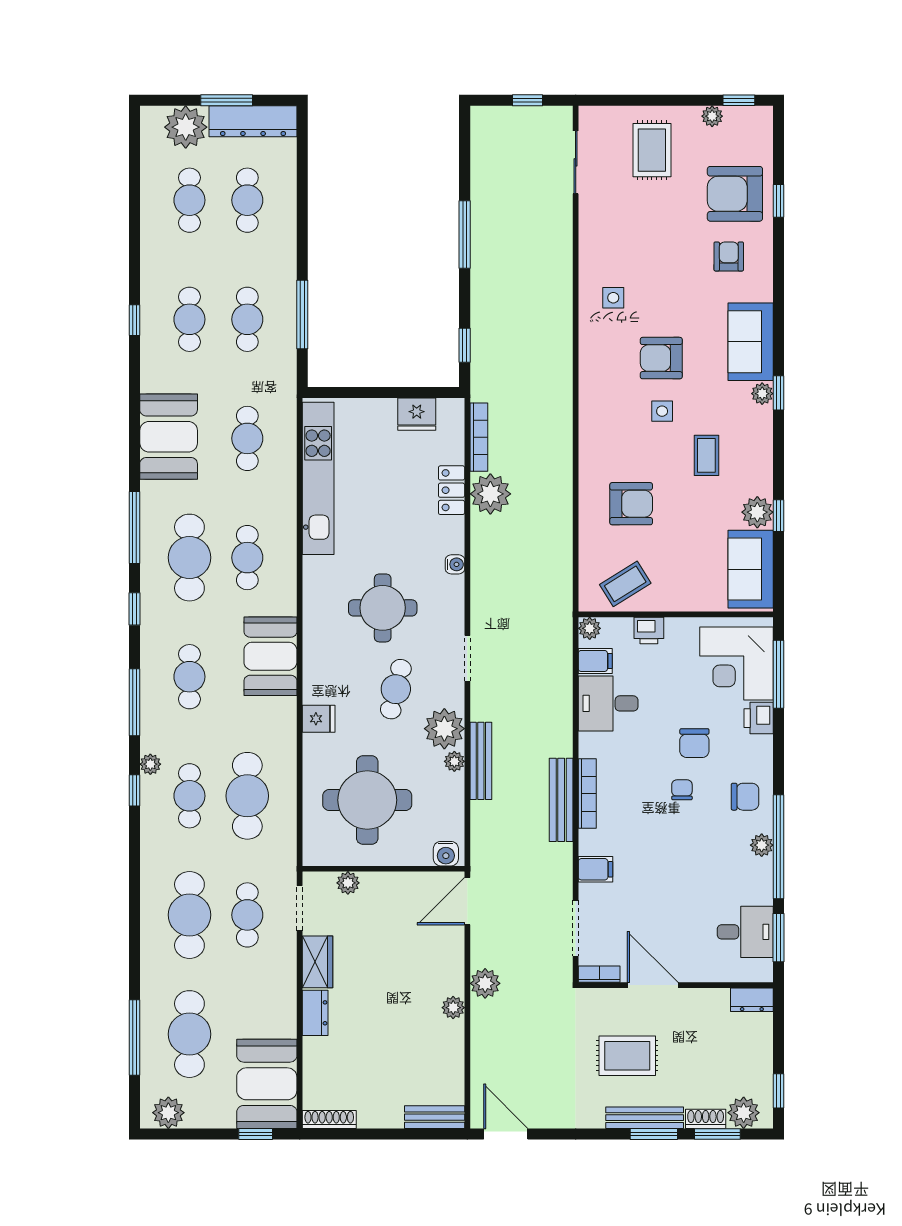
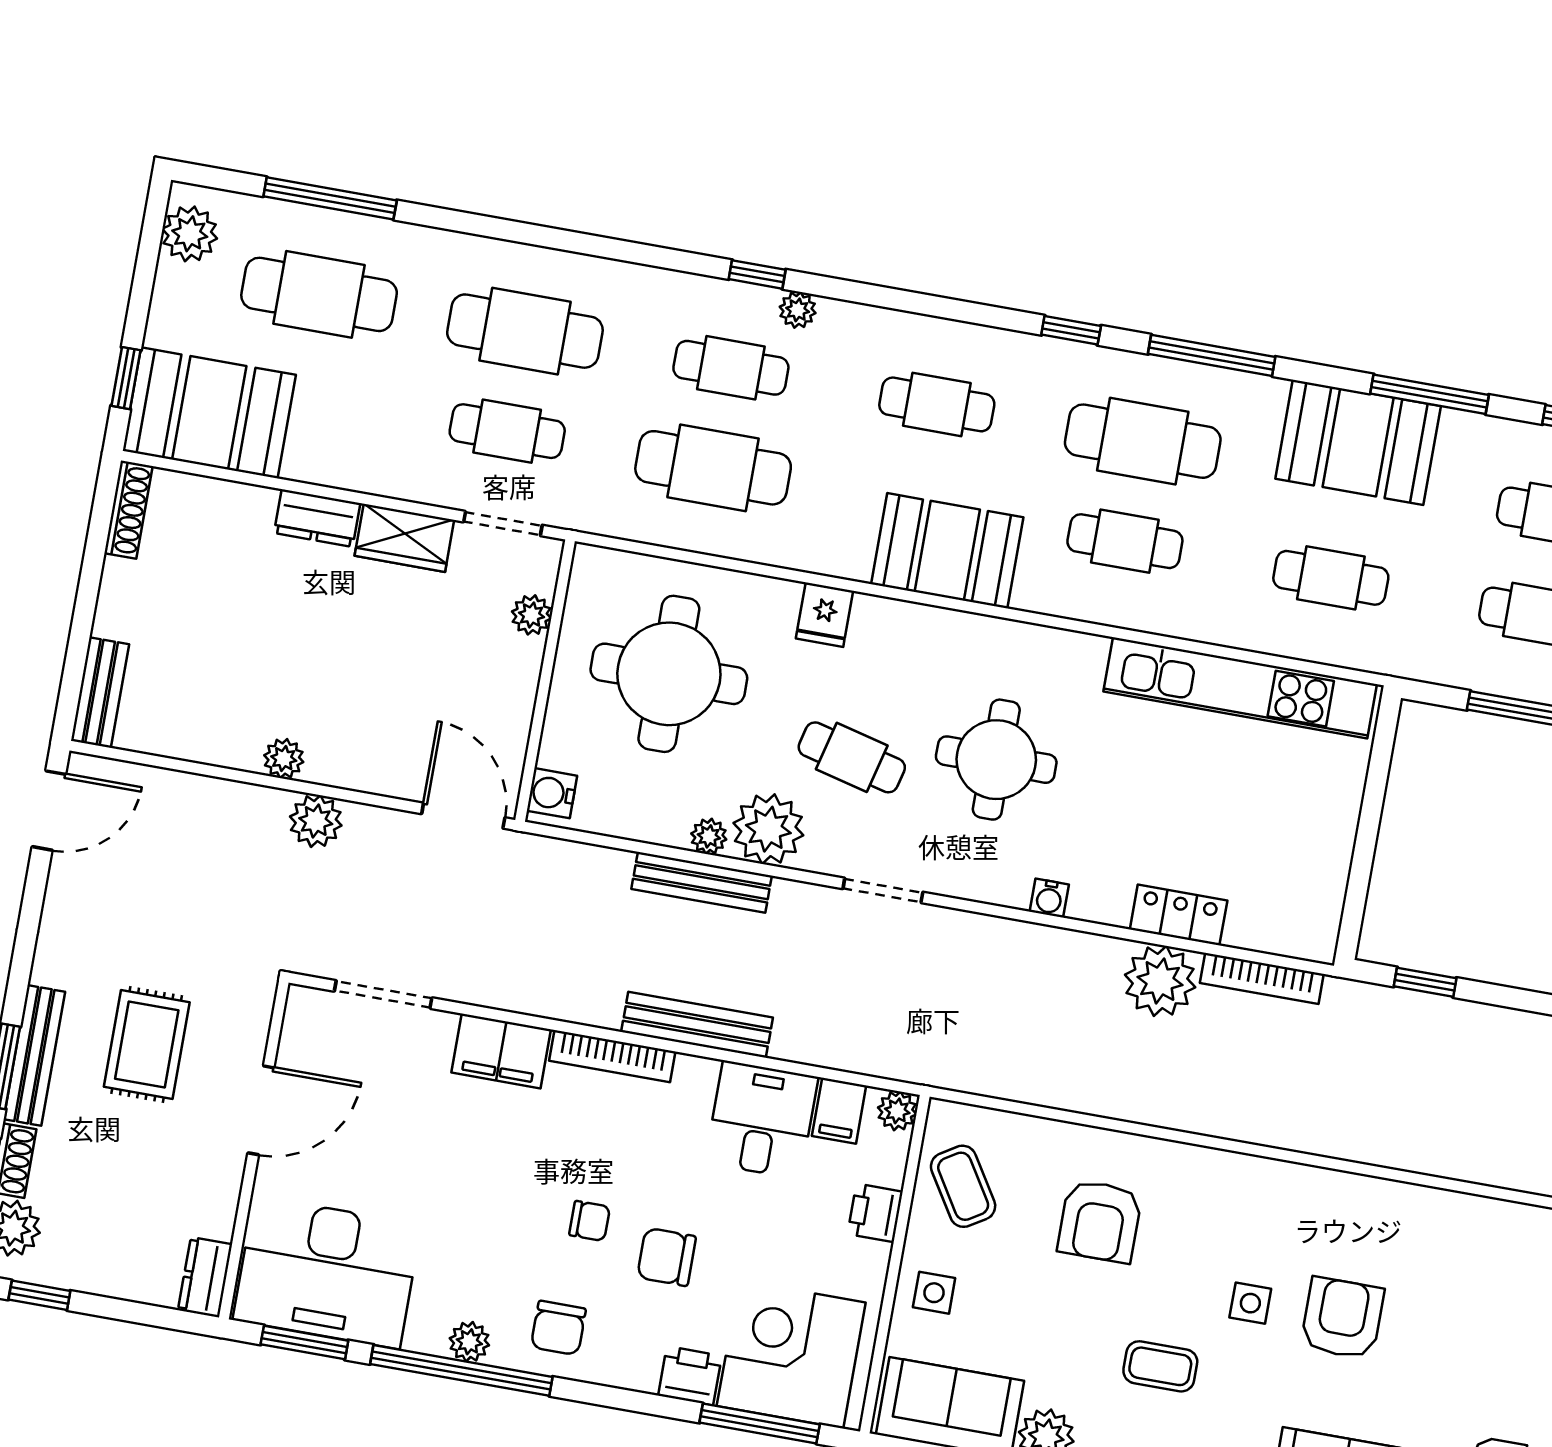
side table: (613, 298) -> (934, 1293), moved
fridge: (417, 414) -> (1321, 878), removed
window: (135, 702) -> (1429, 394), moved
bench: (561, 800) -> (697, 1025), moved
filing cabinet: (595, 869) -> (501, 1051), width x2.00
desk: (745, 932) -> (327, 1272), width x1.87, depth x1.30
bookcase: (599, 974) -> (297, 1021), removed

